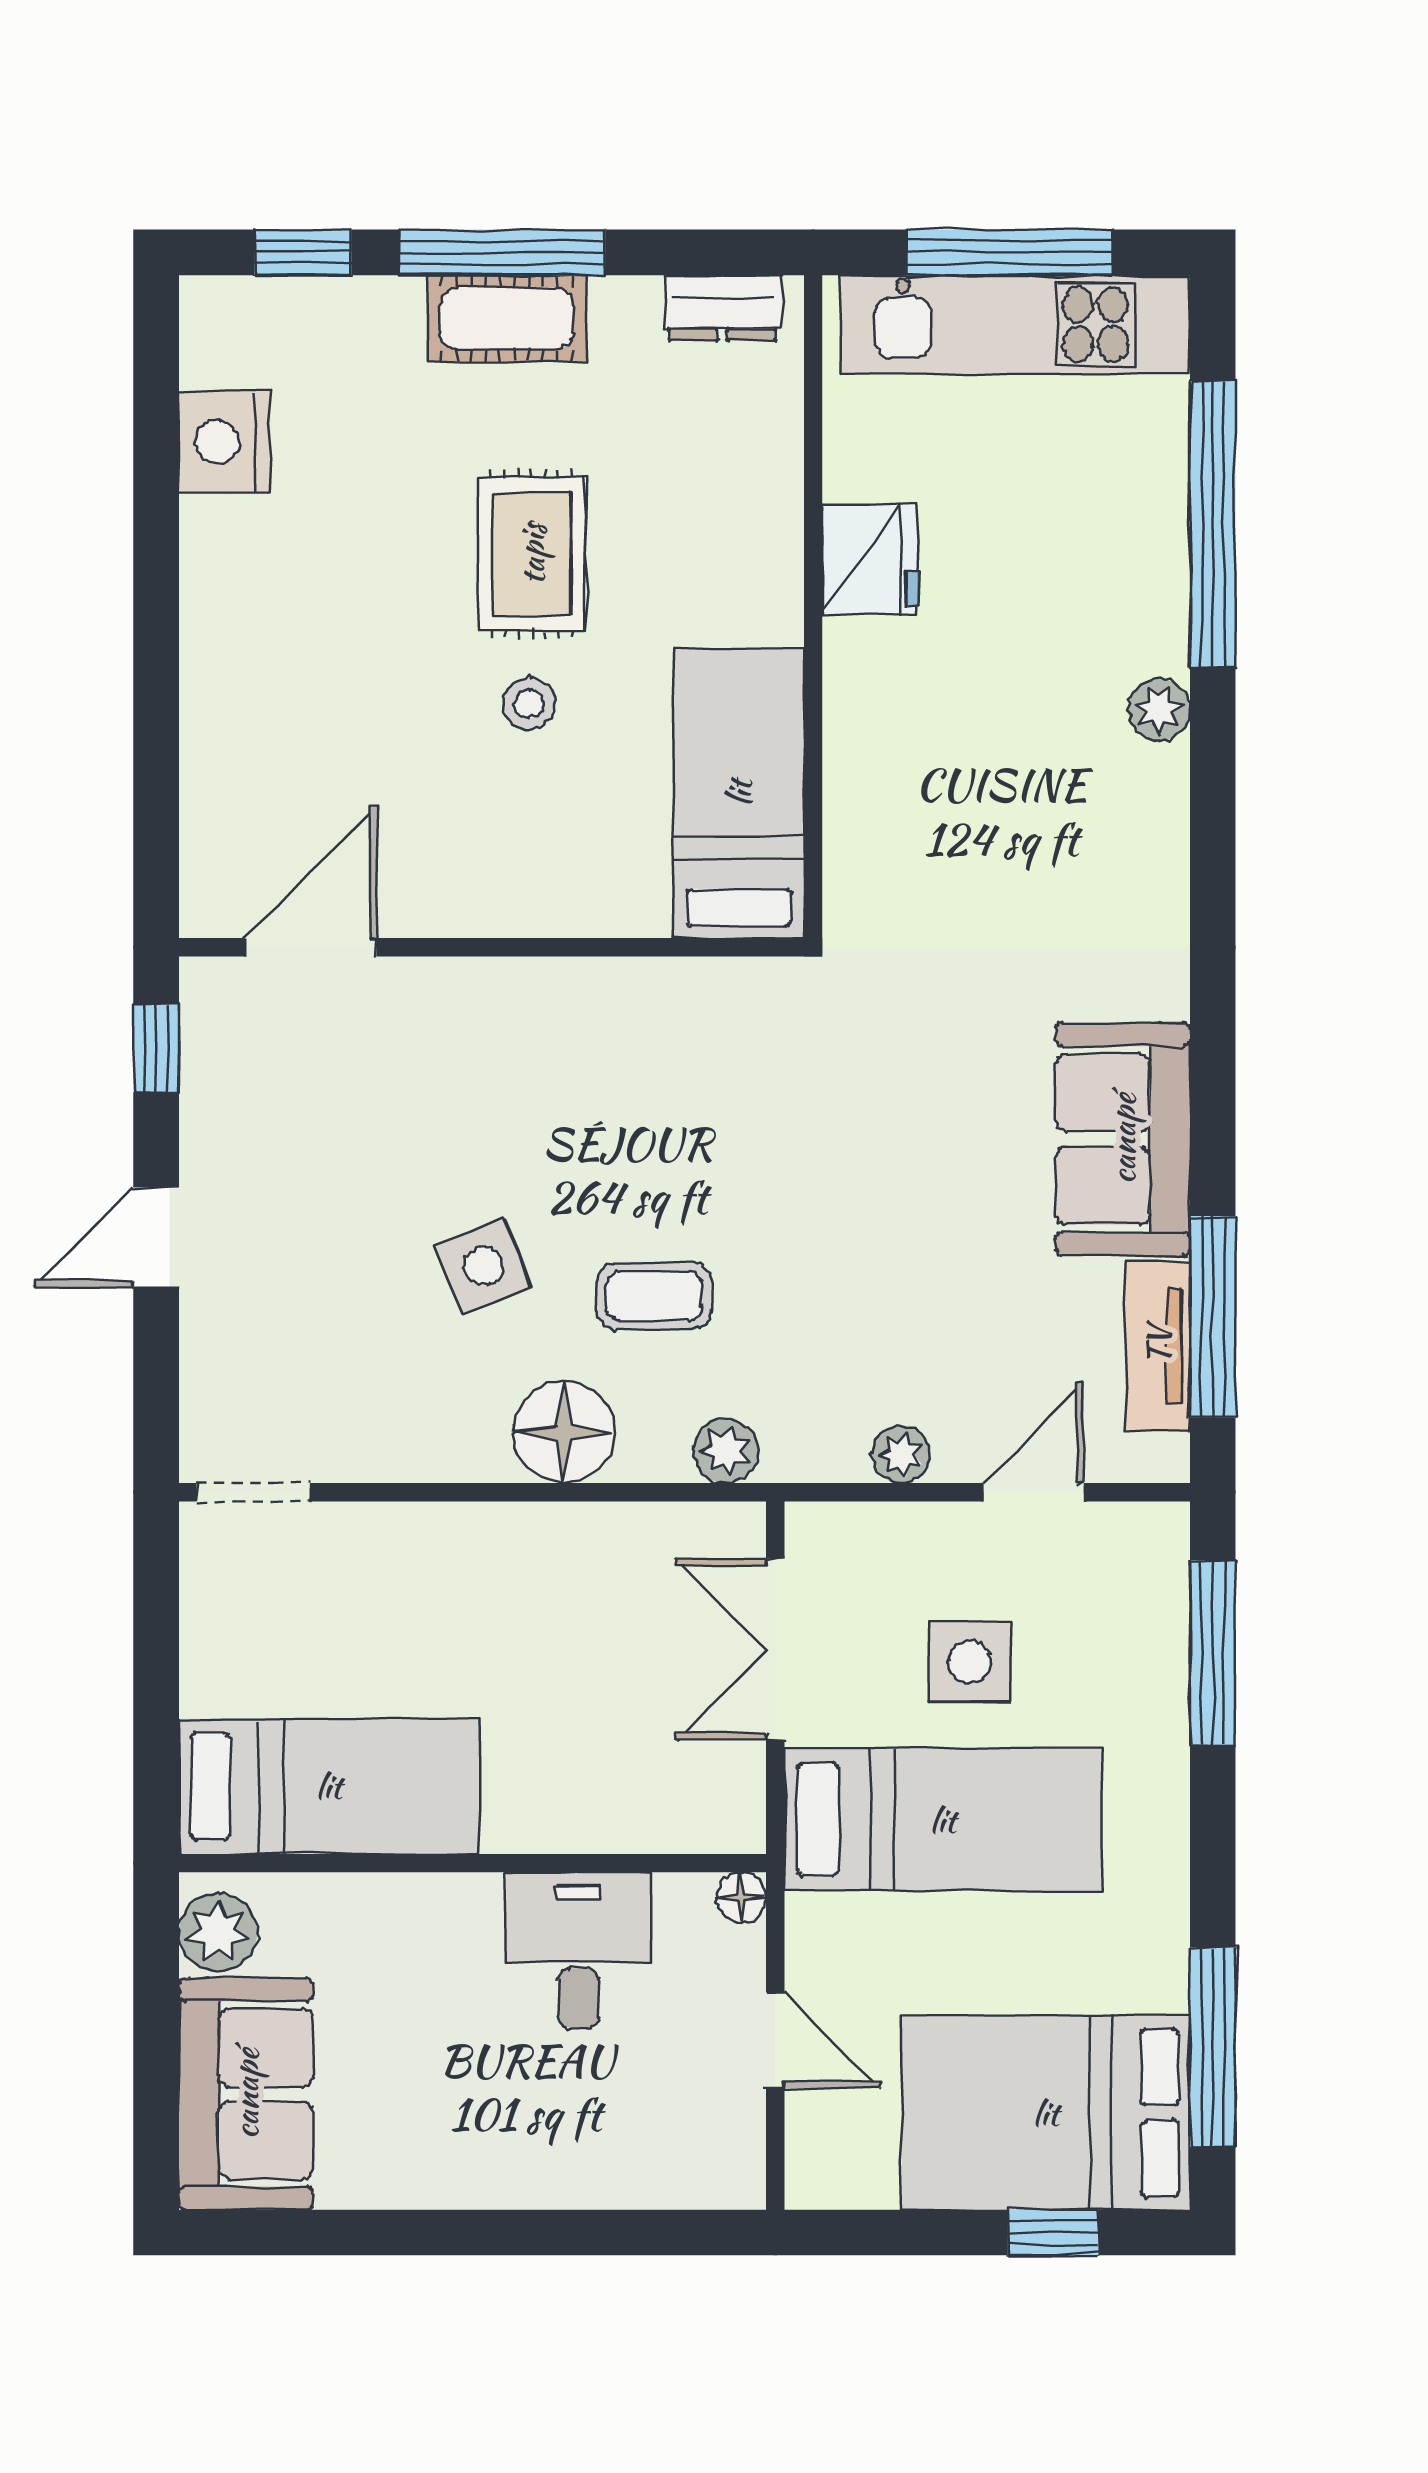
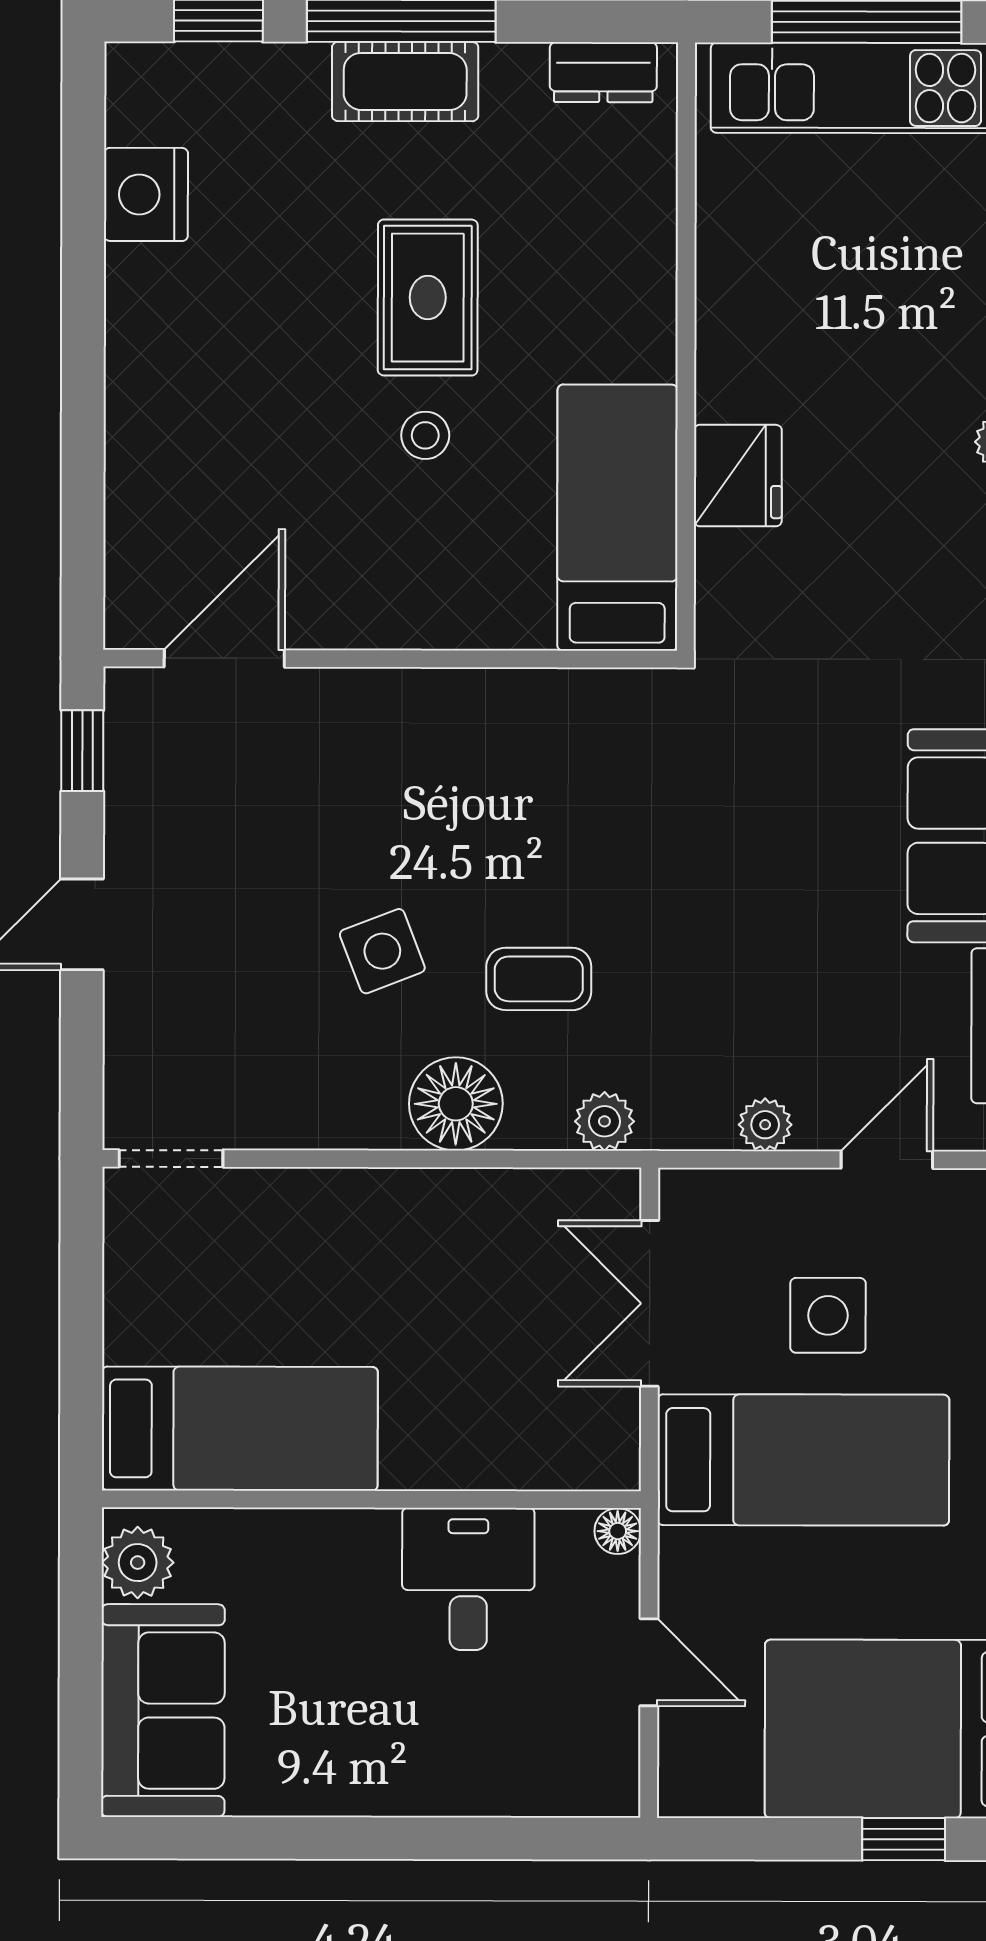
fridge: (870, 560) -> (738, 476), moved

